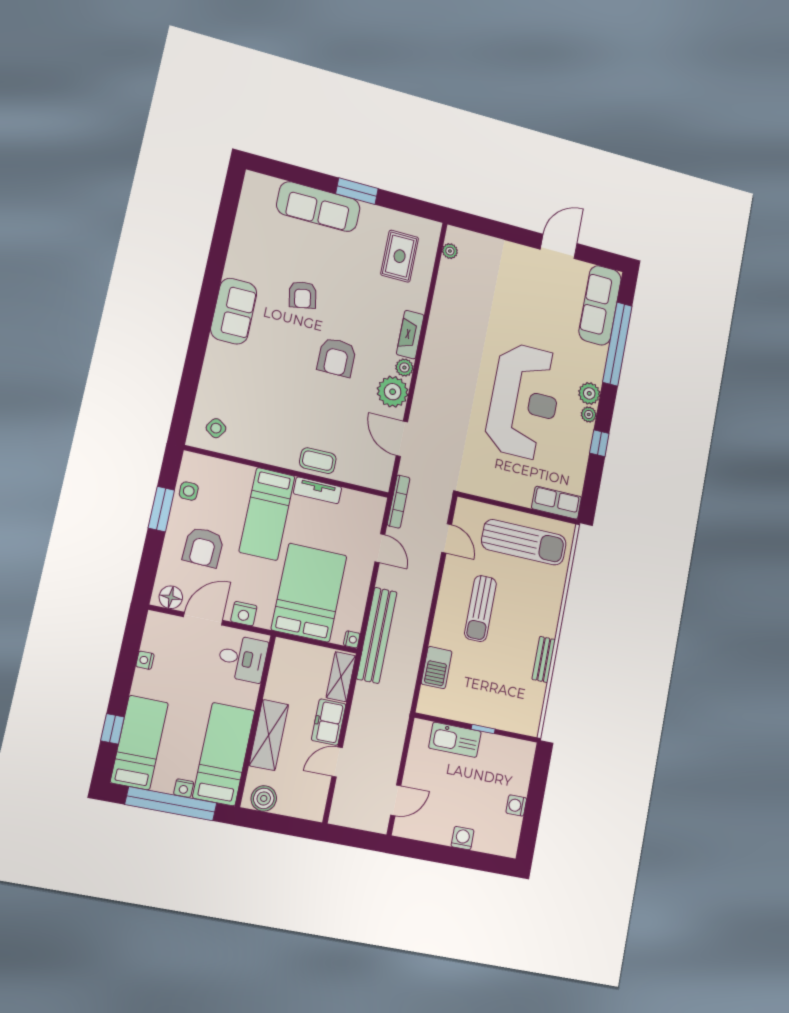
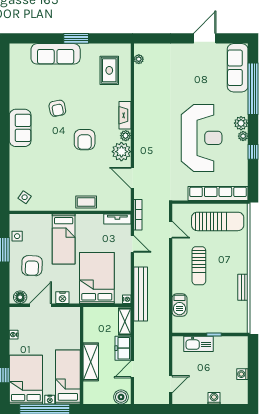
tv unit: (317, 490) -> (117, 219), moved
row of seats: (556, 503) -> (218, 194), width x2.02
desk: (242, 658) -> (67, 323), removed
bed: (139, 743) -> (26, 380), width x1.50
boiler: (264, 798) -> (121, 397), moved

